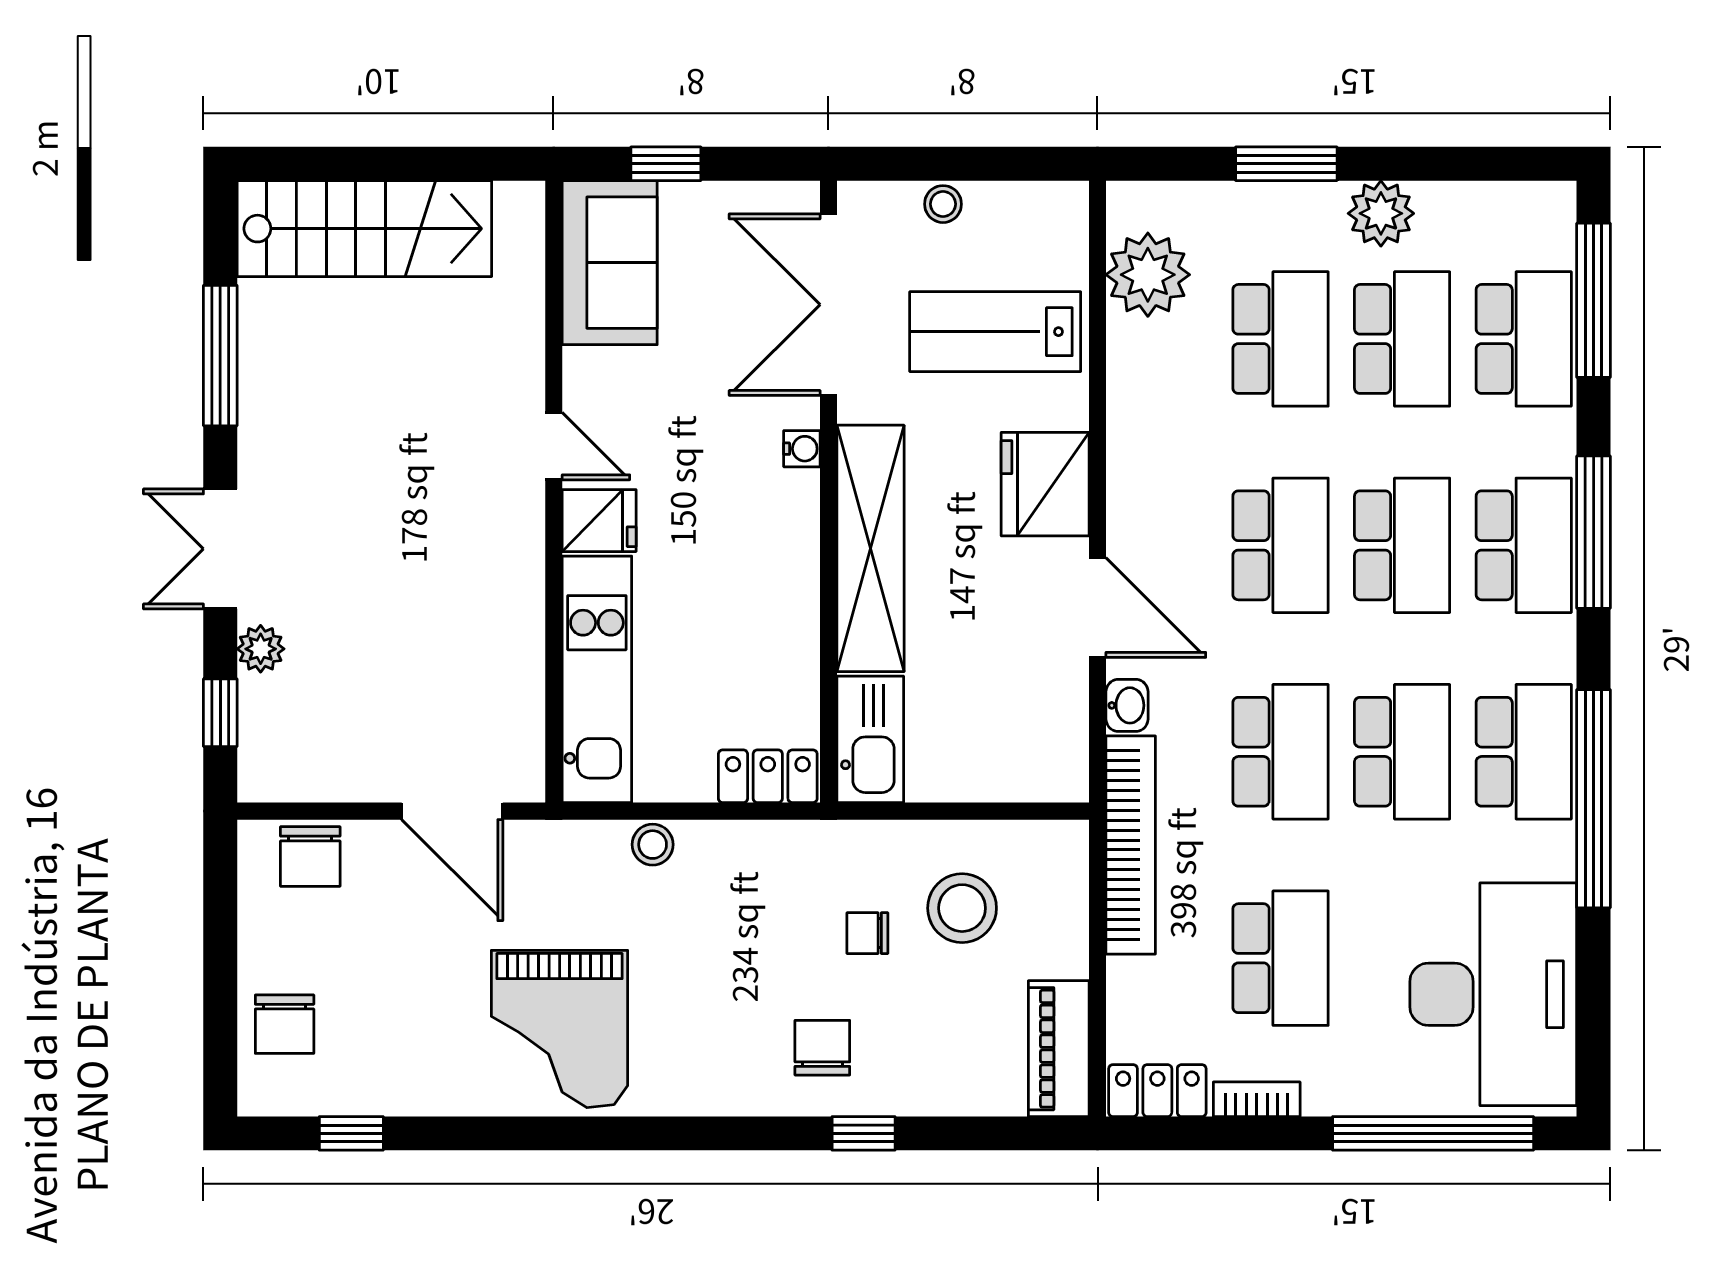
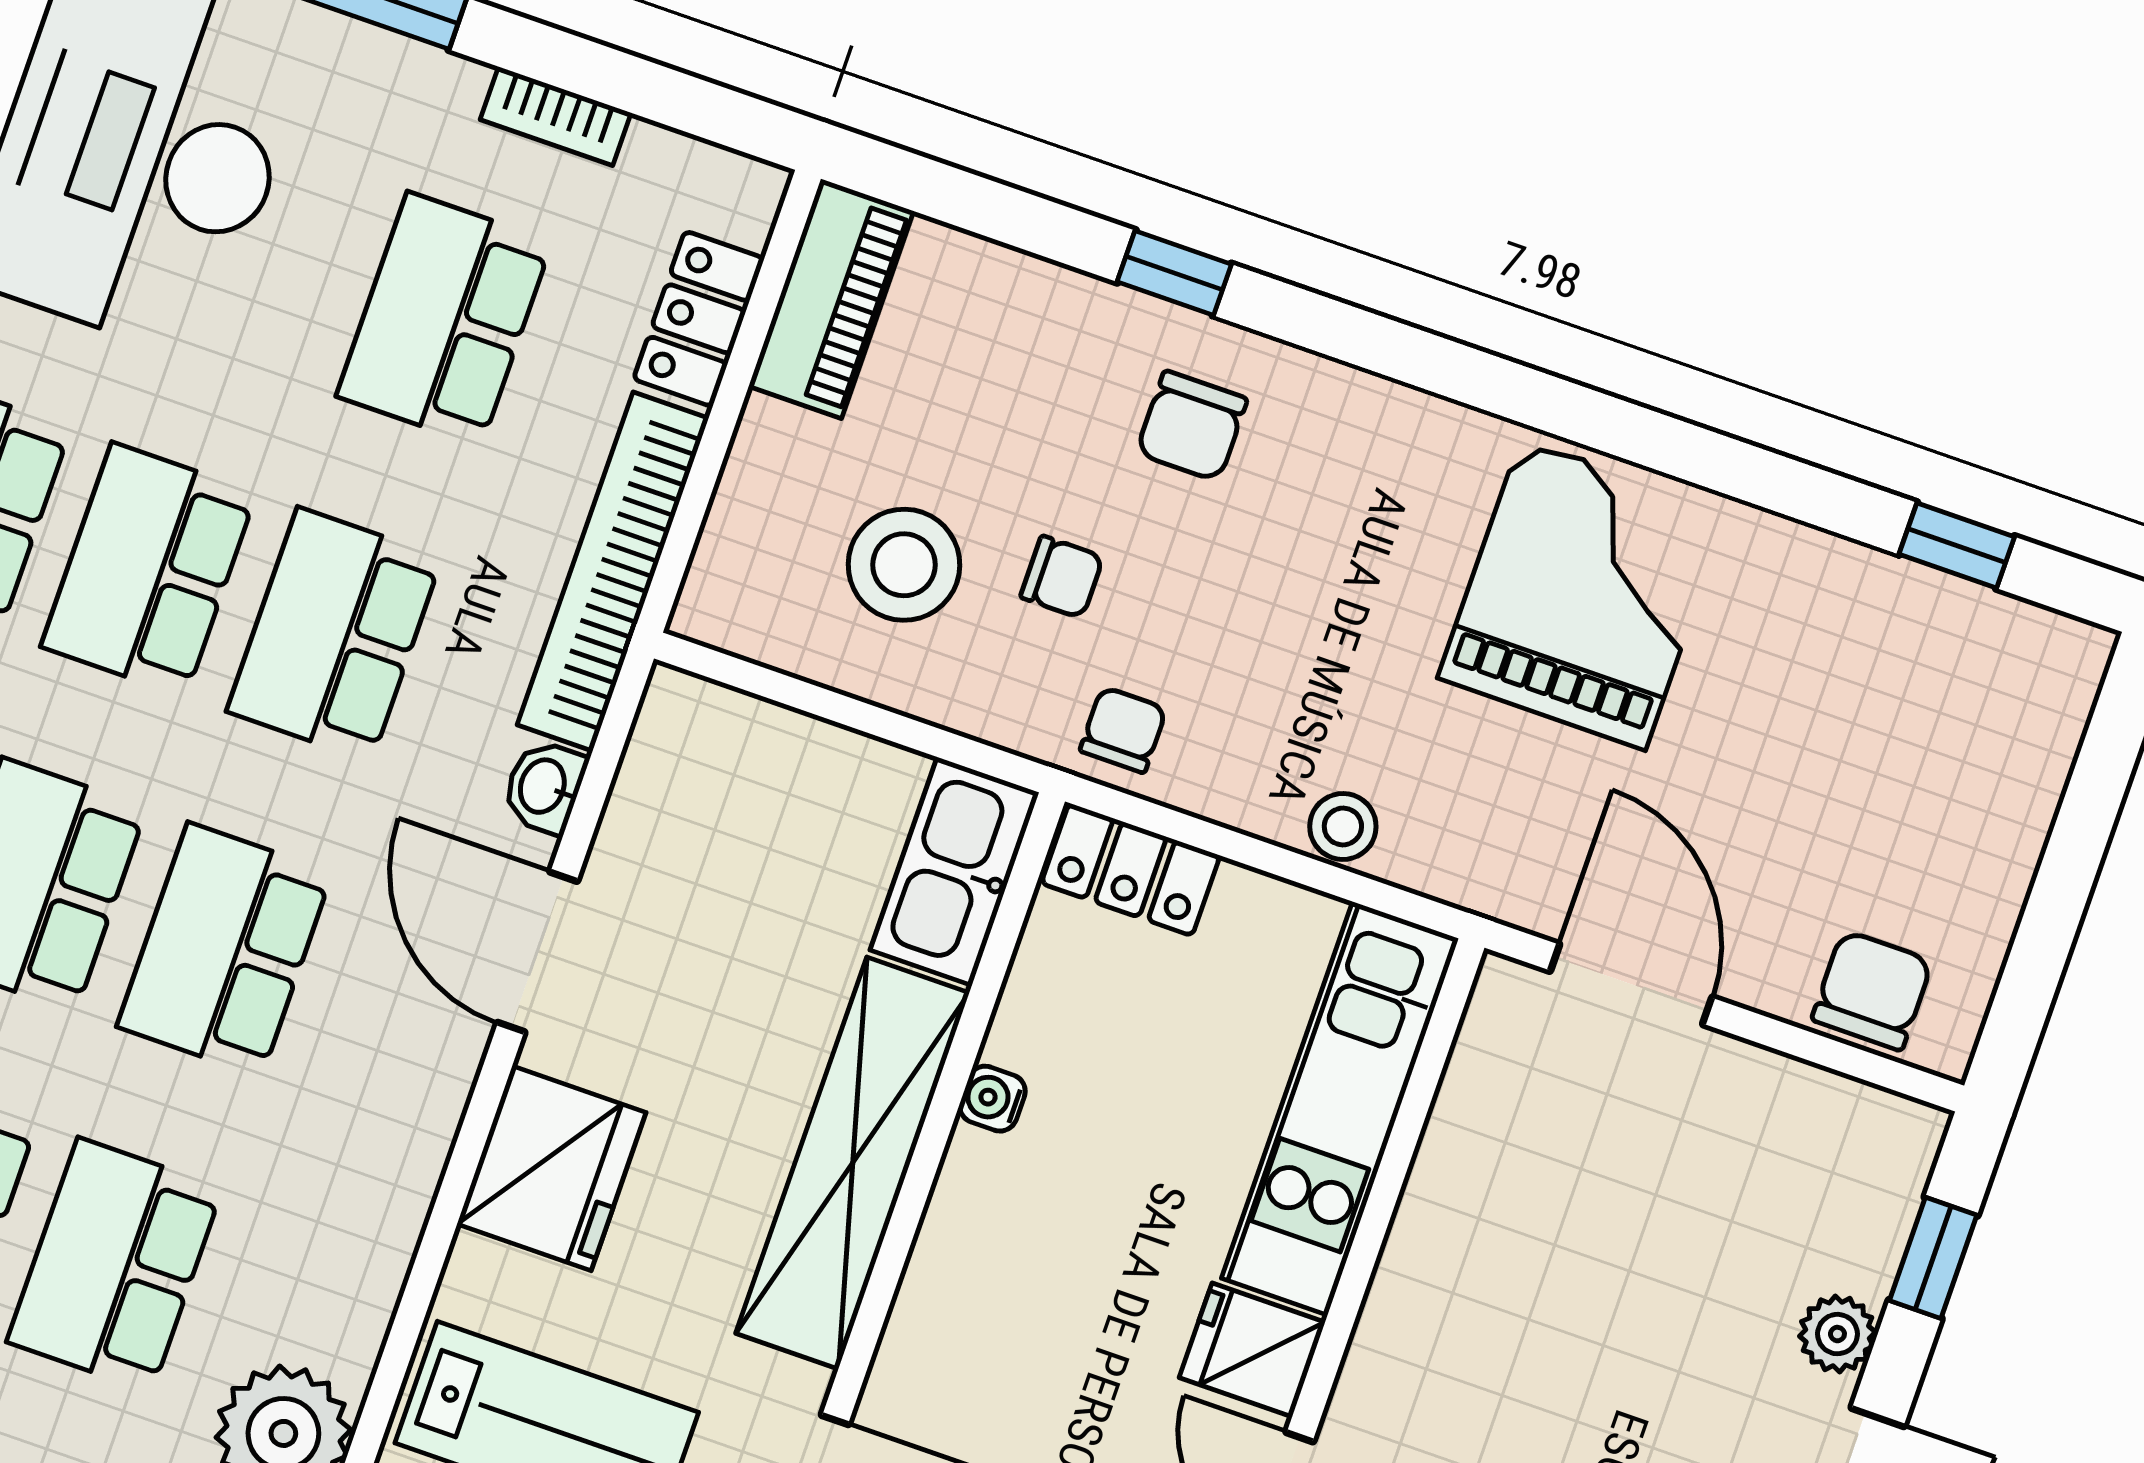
water cooler: (802, 449) -> (992, 1099), moved
chair: (285, 1024) -> (1123, 730), moved, width x0.73, depth x0.73
locker: (1157, 1091) -> (699, 319), moved, turned 90

